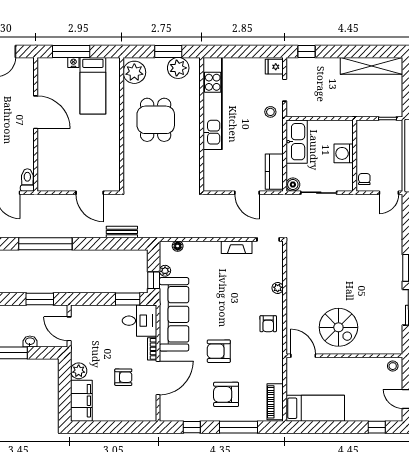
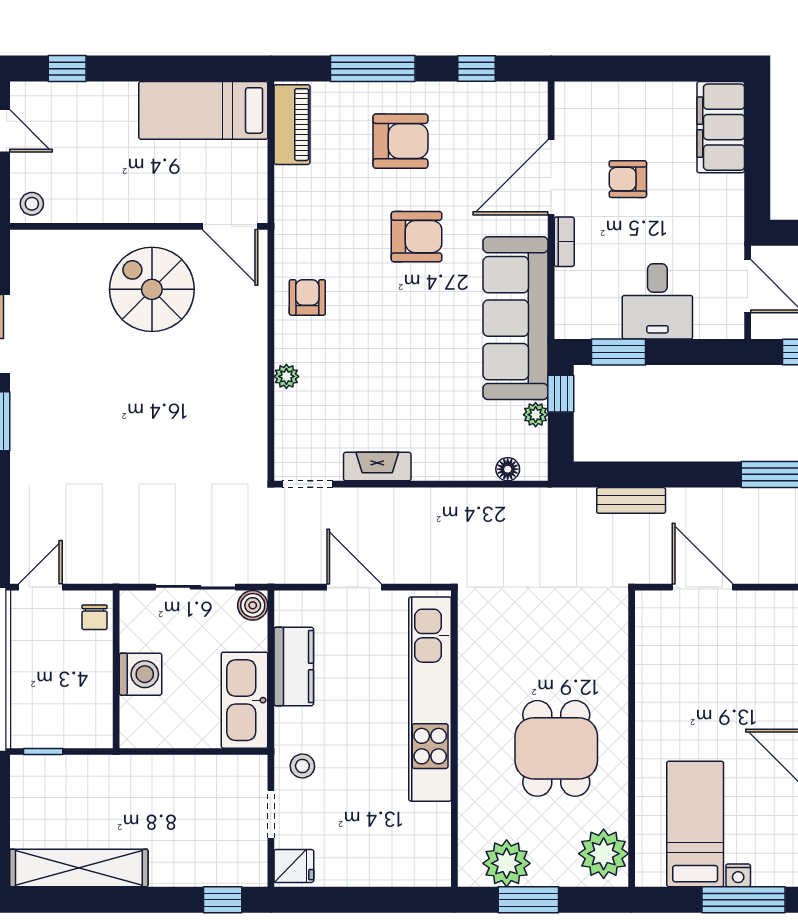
kitchen unit: (213, 104) -> (430, 699), moved
kitchen counter: (274, 172) -> (294, 667), moved
desk: (139, 321) -> (657, 301), moved, turned -90
plant: (79, 371) -> (727, 193), removed

